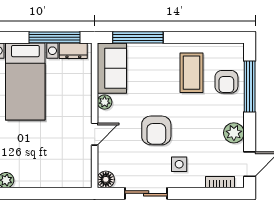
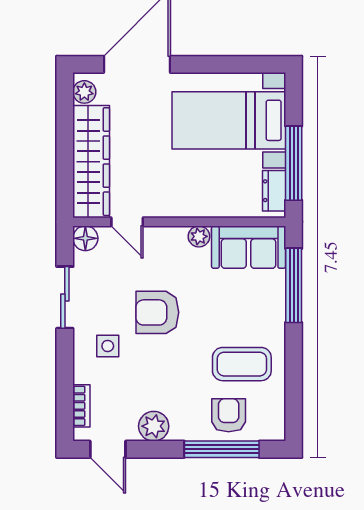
armchair: (226, 82) -> (229, 415), turned 90
door: (95, 134) -> (127, 222), moved
wardrobe: (53, 176) -> (91, 162), added

